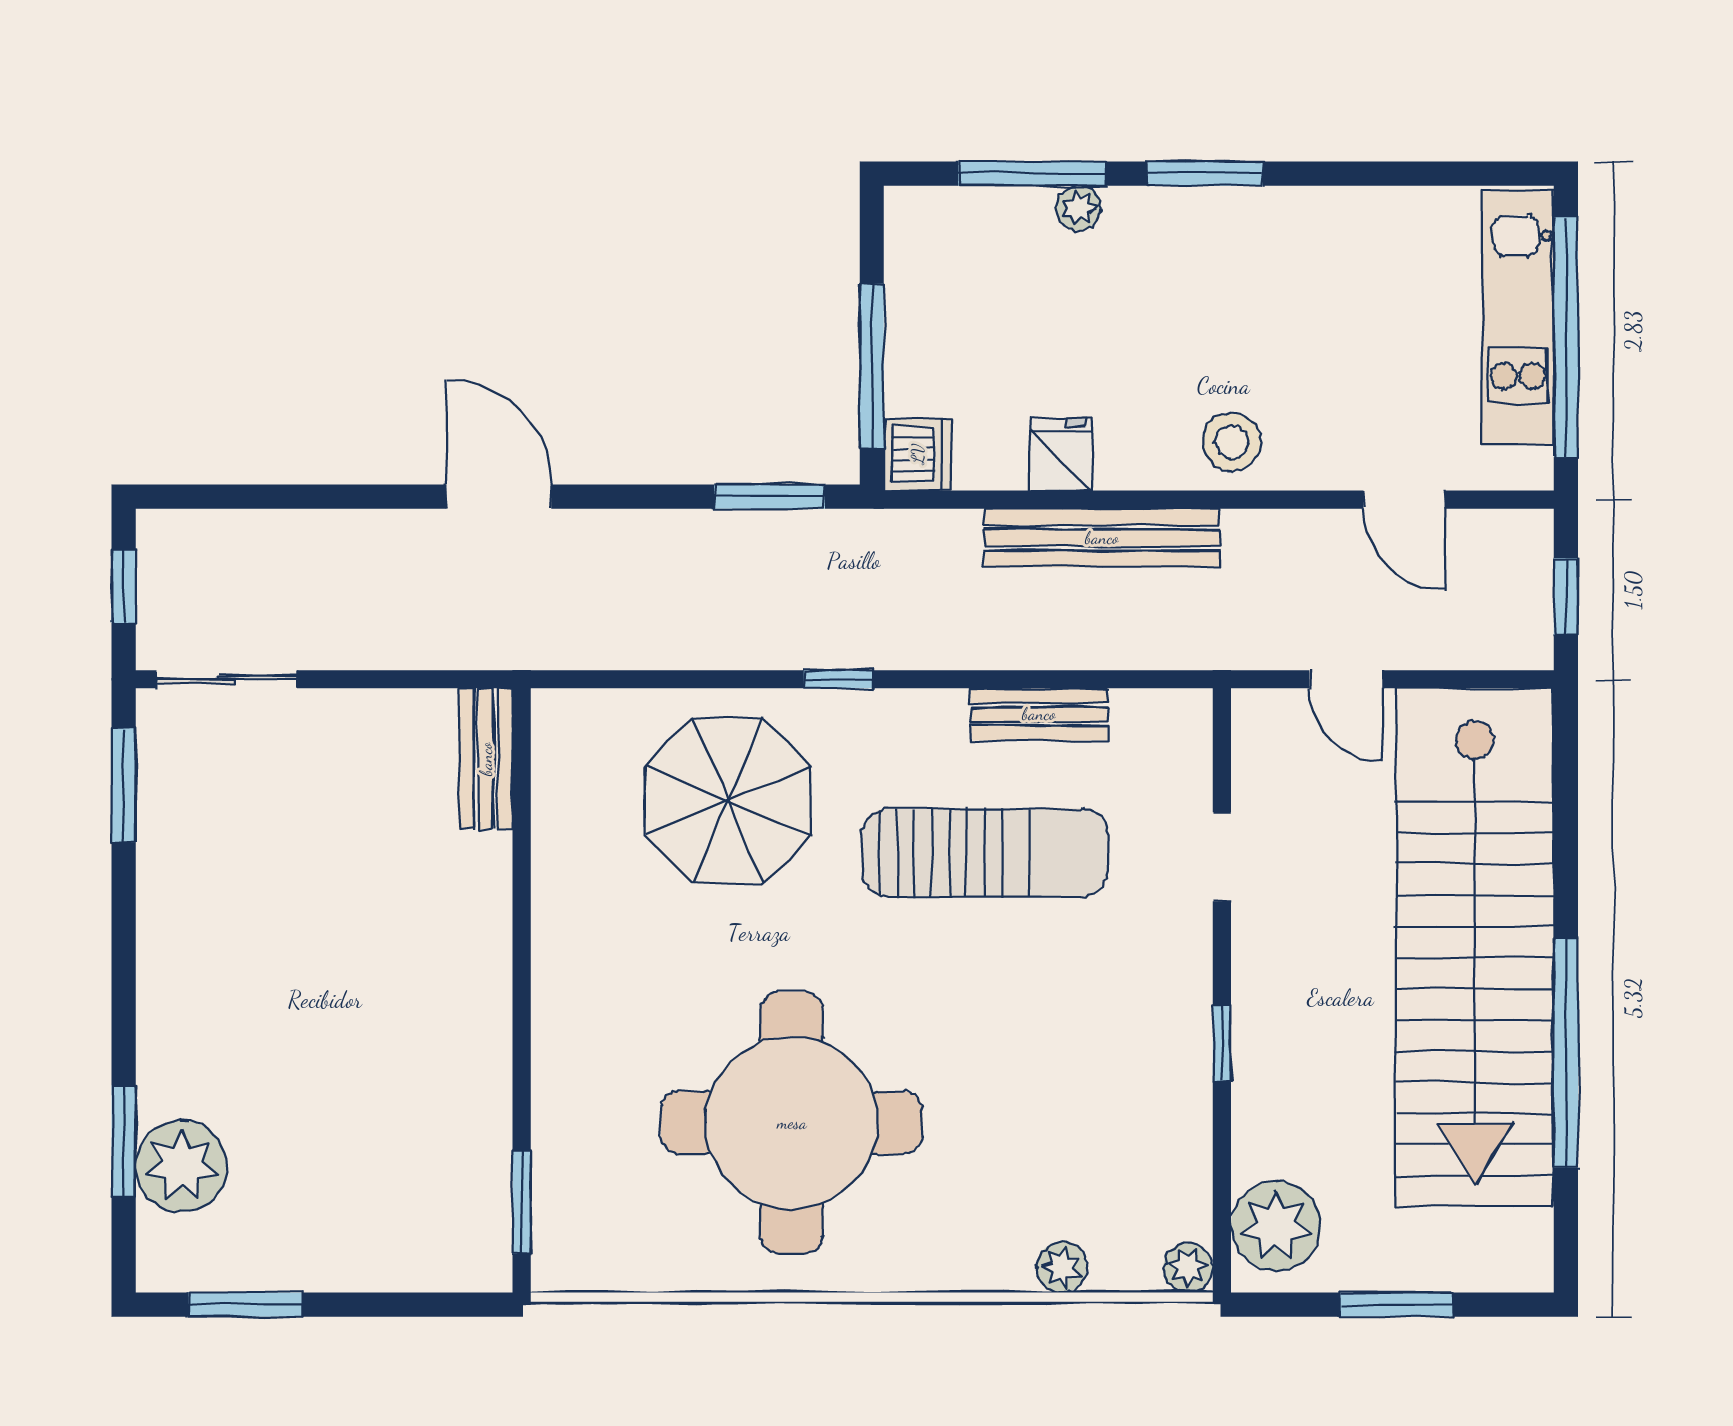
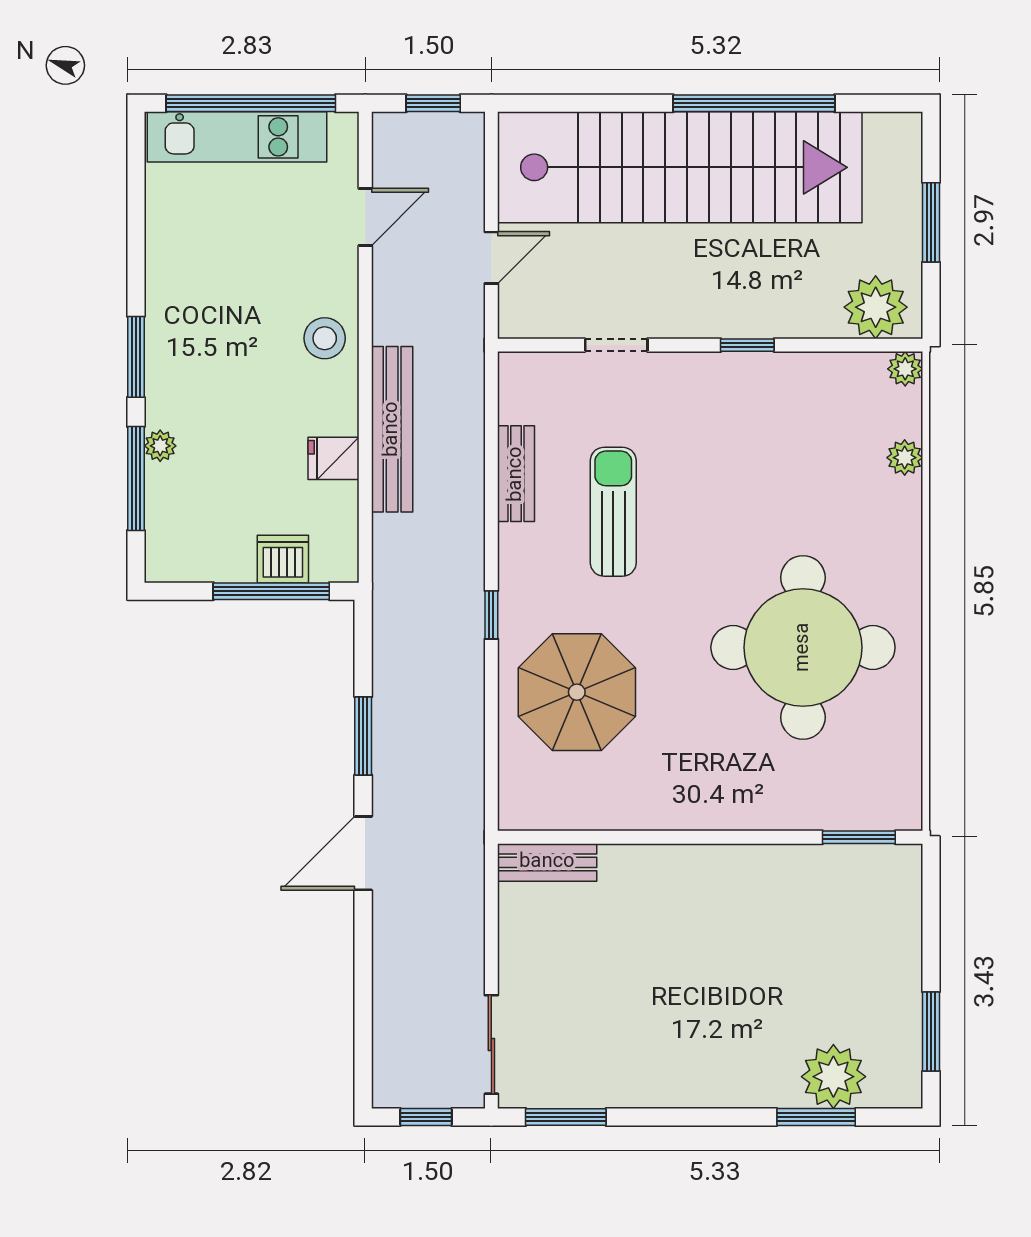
dishwasher: (918, 454) -> (283, 559), moved
window: (770, 497) -> (363, 736), moved
sun lounger: (985, 853) -> (613, 512), width x0.73, depth x0.75

